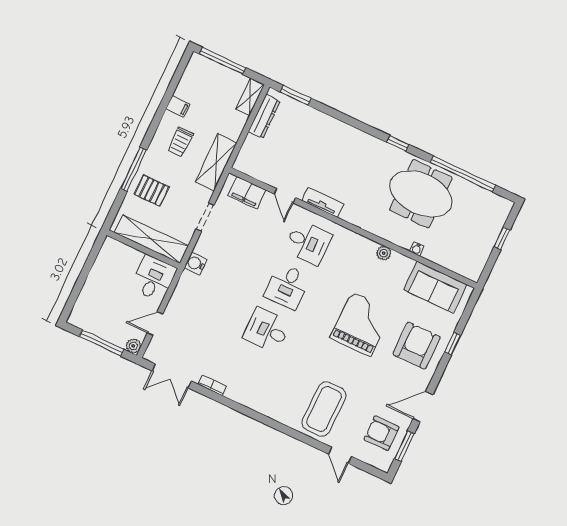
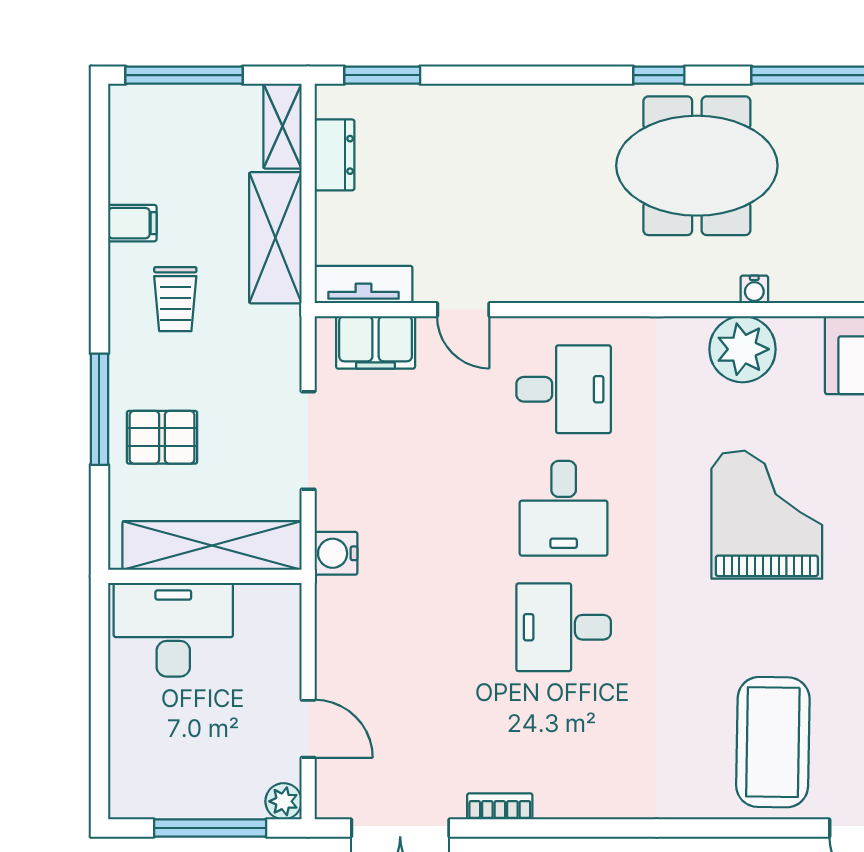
dresser: (264, 116) -> (334, 155), width x0.70
shelving: (216, 162) -> (275, 238), moved
meeting table: (421, 194) -> (697, 166), moved
tv unit: (323, 202) -> (363, 284), moved
doorway: (205, 217) -> (308, 440), width x1.38
water cooler: (417, 249) -> (754, 289), moved
plant: (384, 253) -> (743, 349), width x1.87, depth x1.87
desk: (154, 278) -> (173, 630), moved, width x1.37
door: (155, 323) -> (308, 729), swing flipped

